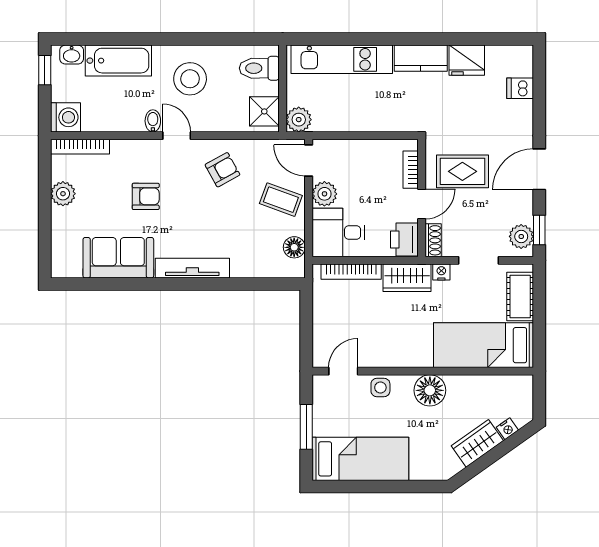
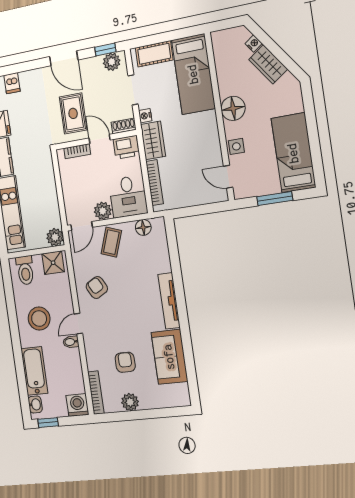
armchair: (146, 196) -> (125, 362), moved

